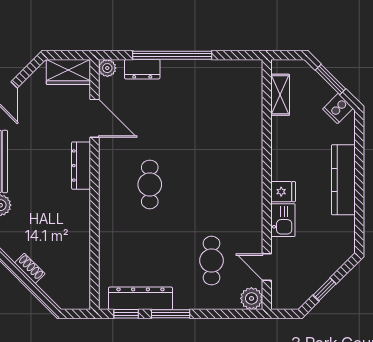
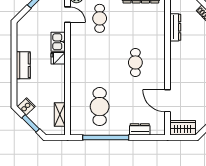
window: (172, 55) -> (106, 137), moved
plant: (107, 68) -> (160, 130), removed
cafe table: (211, 108) -> (100, 107), added
dresser: (81, 166) -> (175, 27), moved
kitchen counter: (343, 180) -> (23, 65), width x0.67

